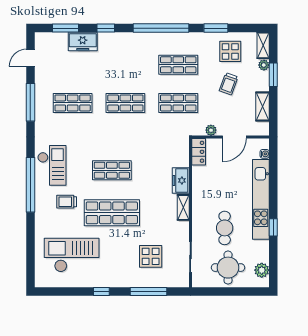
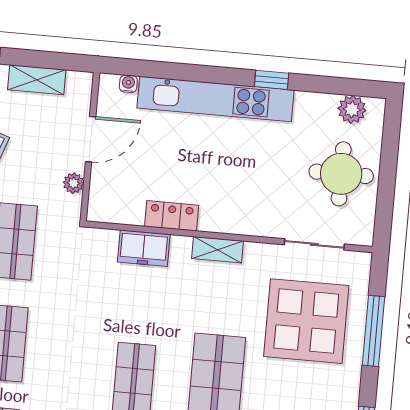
door: (234, 137) -> (91, 139), hinge flipped
locker: (199, 152) -> (172, 216), moved
freezer: (181, 180) -> (144, 248), moved
cafe table: (225, 228) -> (264, 174), removed
display table: (151, 256) -> (306, 321), width x1.86, depth x1.86

